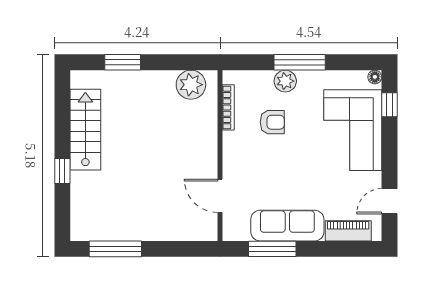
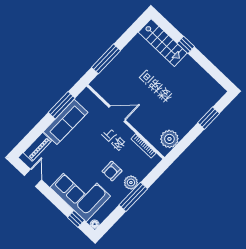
armchair: (272, 122) -> (112, 171), moved
stairs: (85, 130) -> (163, 43), moved
door: (220, 196) -> (117, 114), moved
window: (115, 249) -> (106, 59), moved

